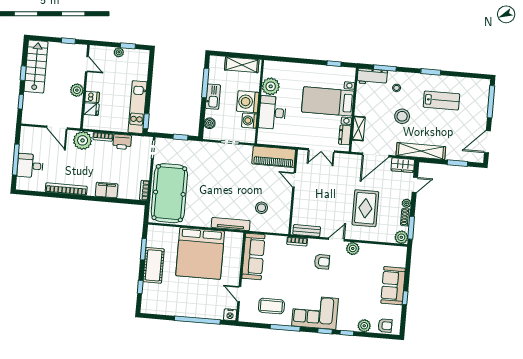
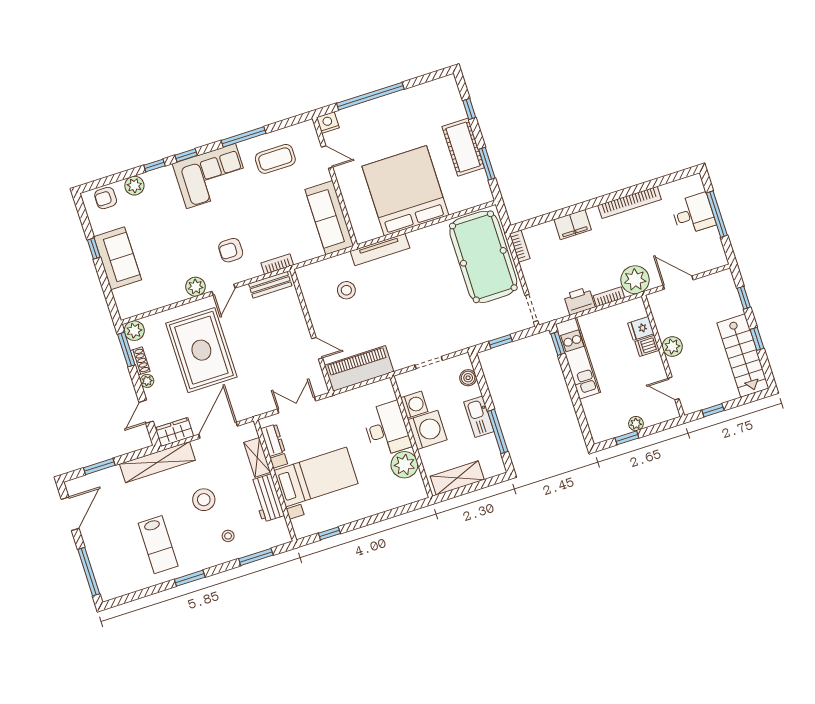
workbench: (372, 77) -> (267, 498), moved, turned -90
lab bench: (441, 100) -> (158, 545), turned -90
rug: (365, 208) -> (201, 350), width x1.37, depth x1.44

